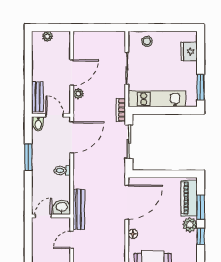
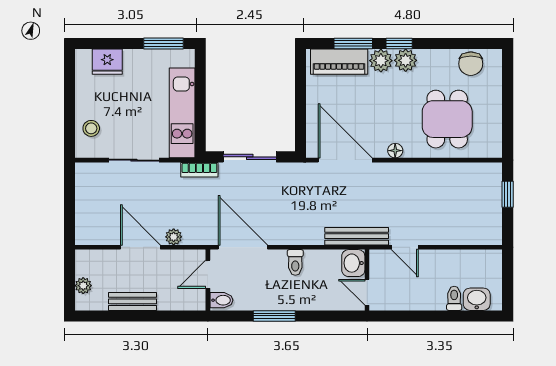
bench: (37, 97) -> (133, 301), moved
plant: (190, 240) -> (406, 60), added

